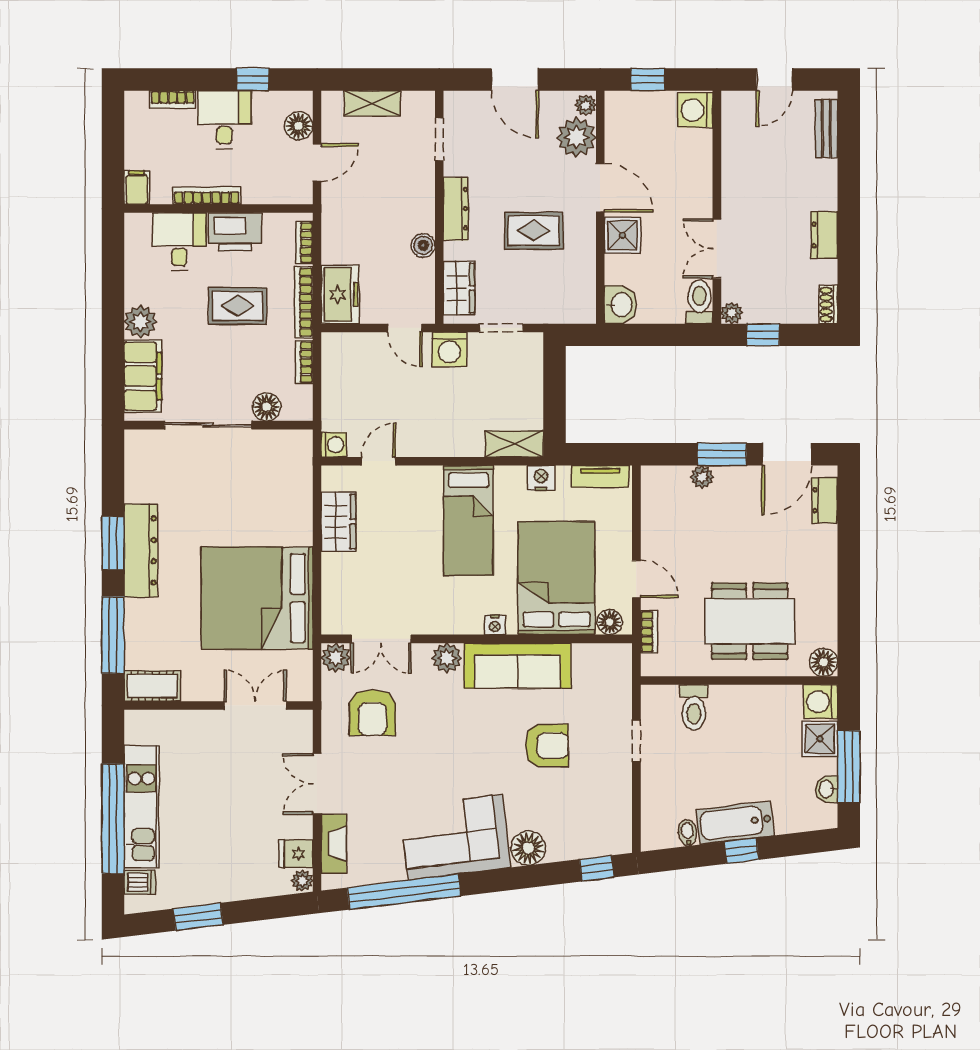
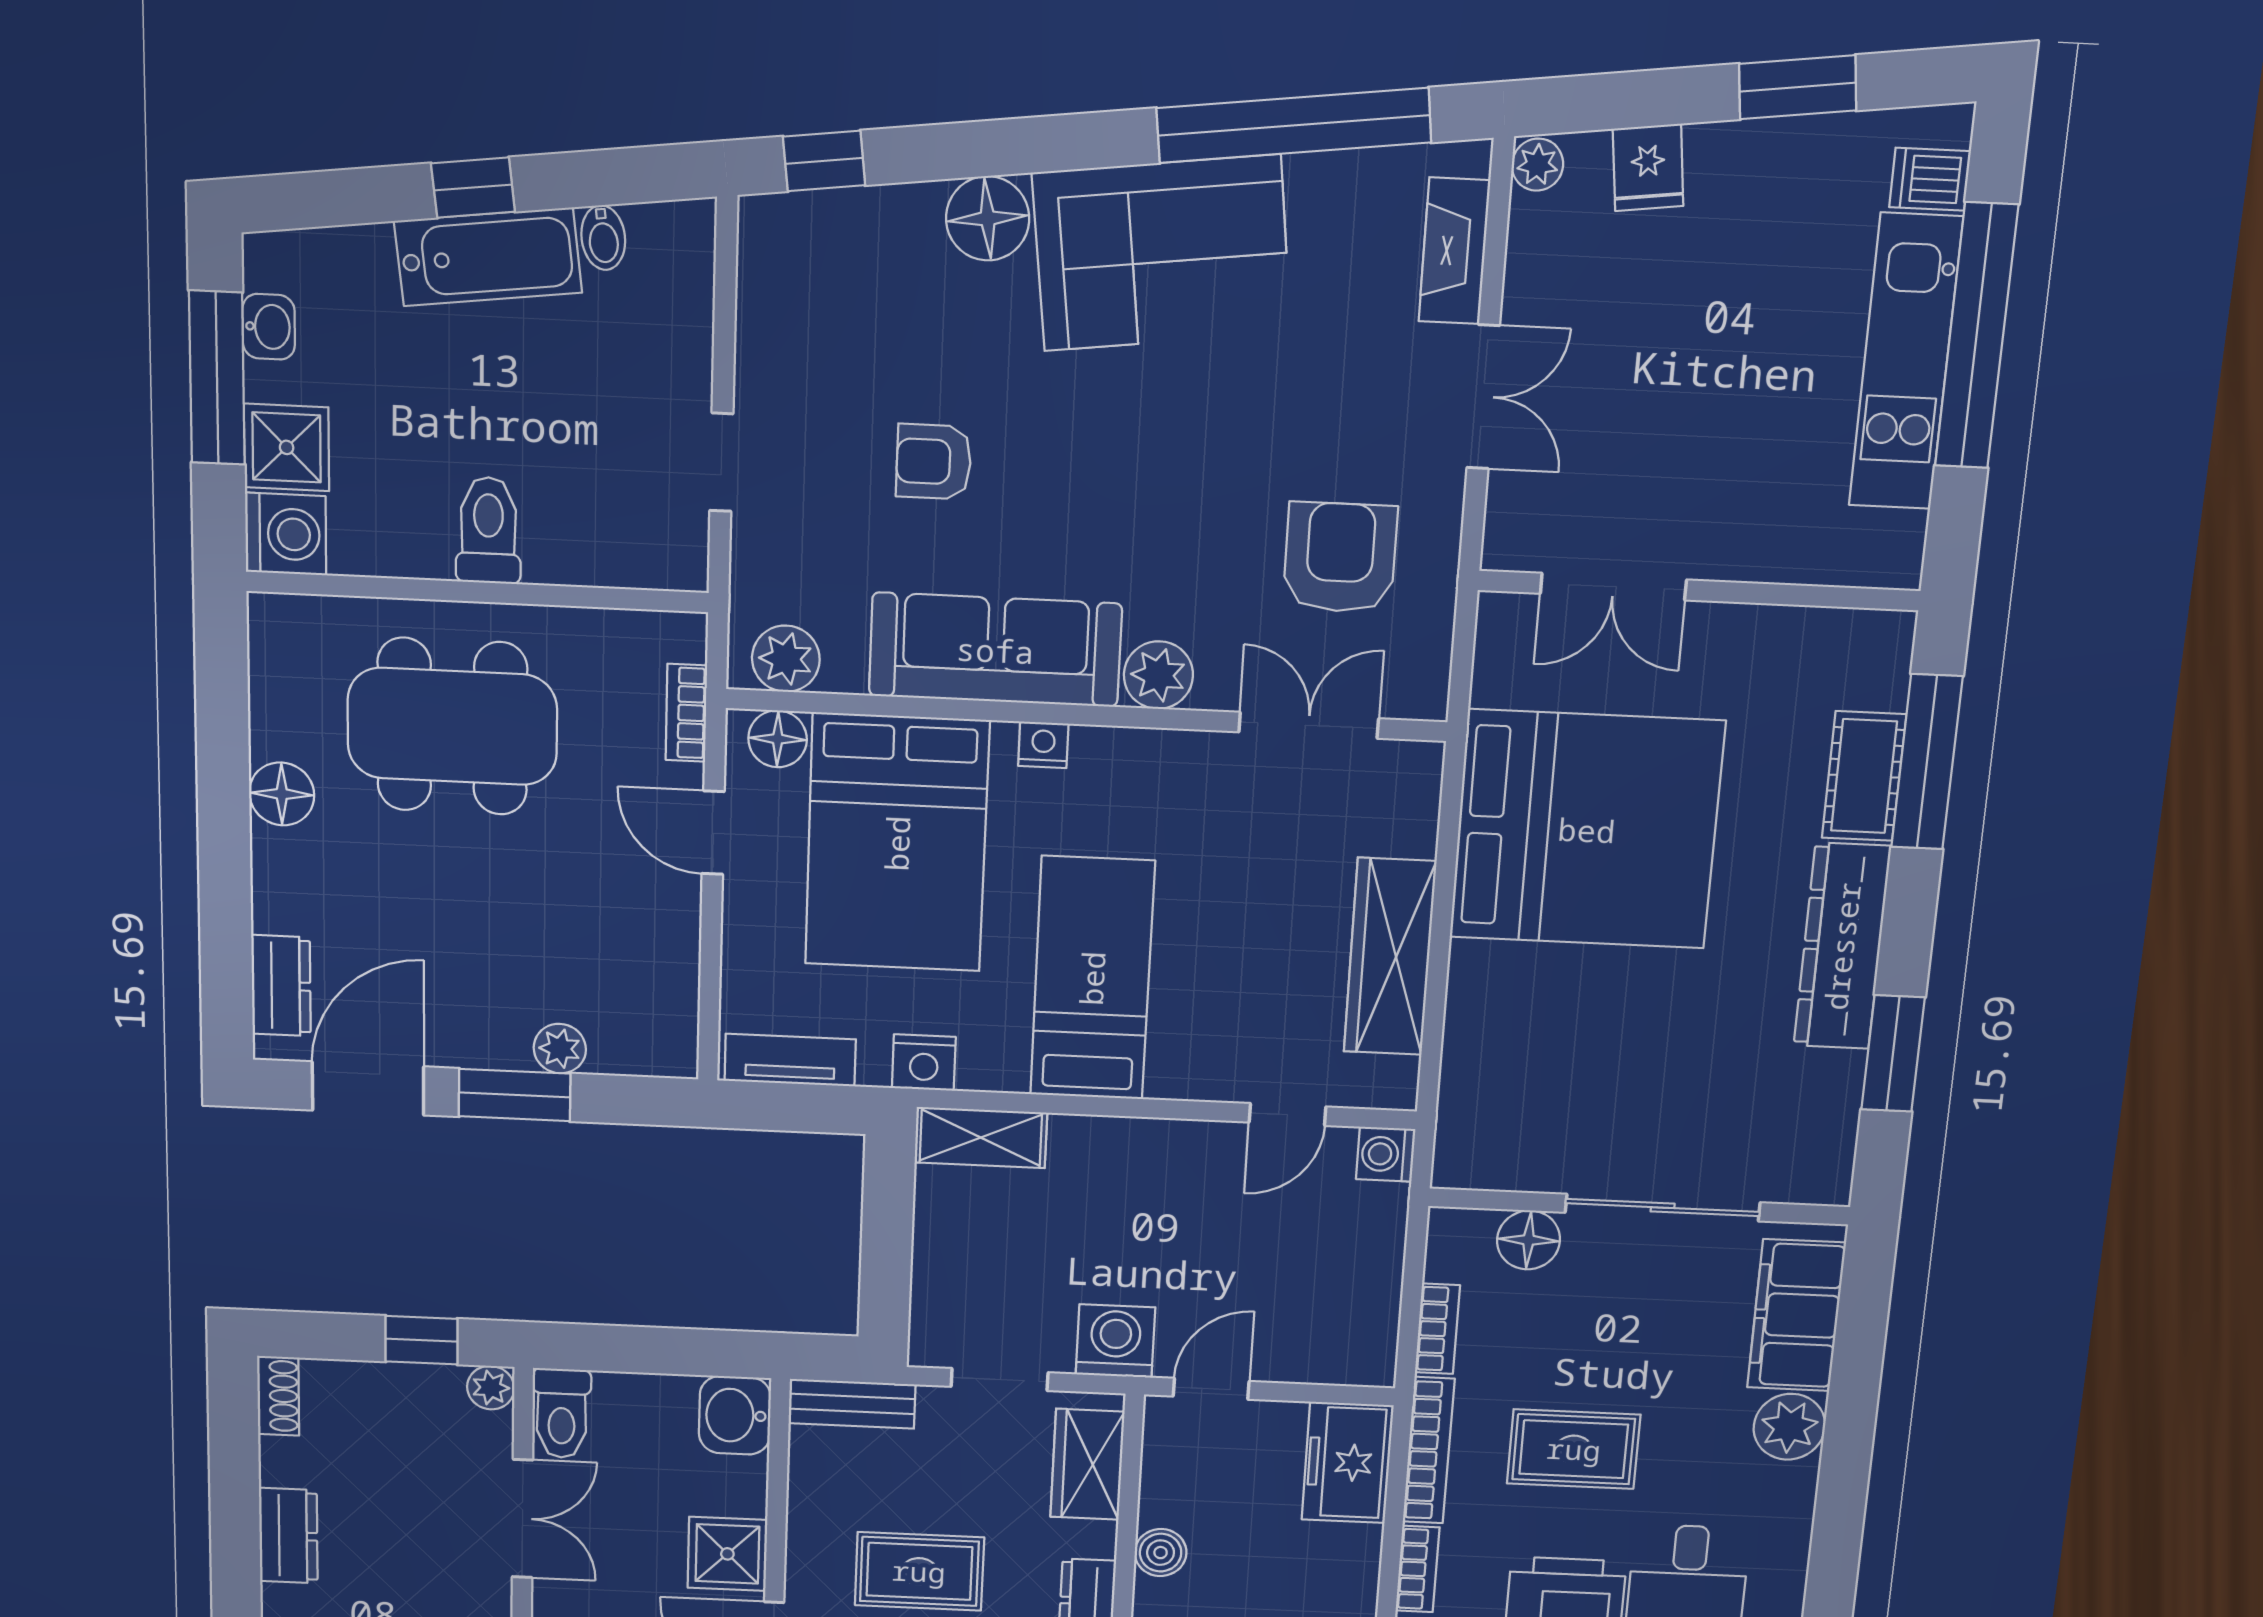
bench: (567, 313) -> (852, 1404), added
door: (405, 328) -> (1211, 1389), hinge flipped
wardrobe: (338, 522) -> (1390, 957), width x1.50
window: (113, 543) -> (1893, 1054), moved
plant: (336, 658) -> (786, 659), moved
floor lamp: (824, 662) -> (282, 794), moved
cot: (152, 686) -> (1864, 776), moved, turned 90
toilet: (694, 707) -> (488, 530), moved
armchair: (547, 746) -> (934, 462), width x0.72, depth x0.72
fridge: (296, 854) -> (1648, 167), moved, turned 83

